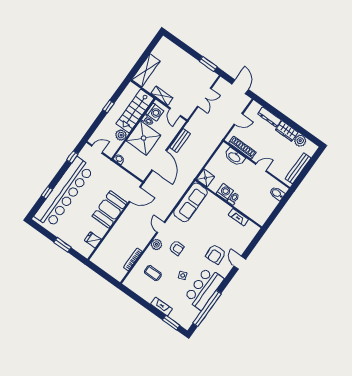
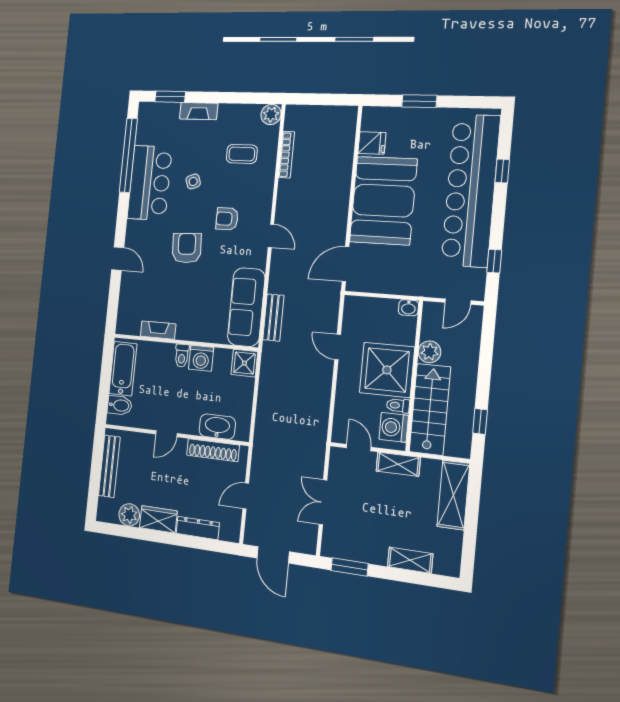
shelving: (180, 53) -> (410, 560), added
window: (109, 106) -> (480, 421), moved
bench: (180, 141) -> (273, 318), moved
door: (159, 160) -> (338, 347), width x0.53
booth: (110, 210) -> (383, 201), width x1.36, depth x1.42
bathtub: (266, 210) -> (123, 369), added
plant: (156, 244) -> (271, 114), moved
armchair: (216, 254) -> (187, 248), moved

